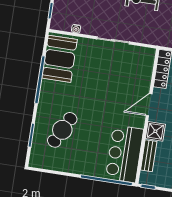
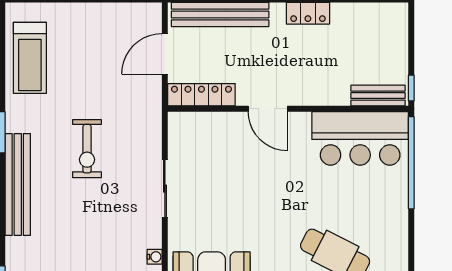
shower: (155, 131) -> (312, 90), removed
bench: (149, 156) -> (378, 96), moved

